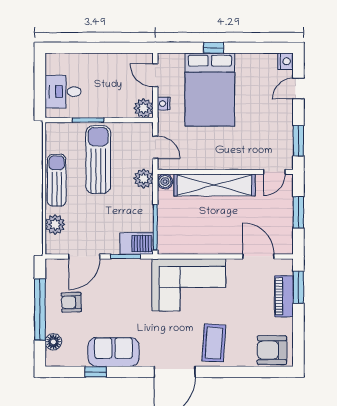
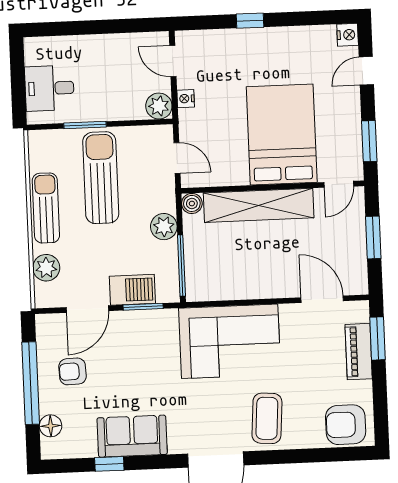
bed: (210, 90) -> (282, 135), moved, turned 180
plant: (143, 179) -> (164, 227), moved
barbecue: (137, 244) -> (132, 290), moved

